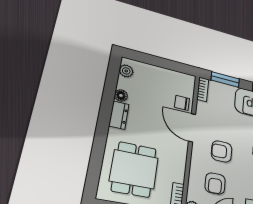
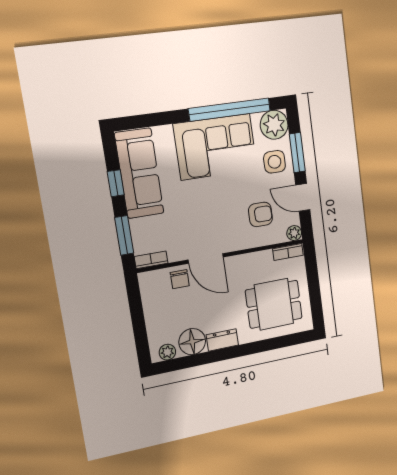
floor lamp: (121, 95) -> (192, 342), width x1.89, depth x1.89
door: (192, 128) -> (206, 259), hinge flipped
armchair: (222, 151) -> (221, 216), removed

